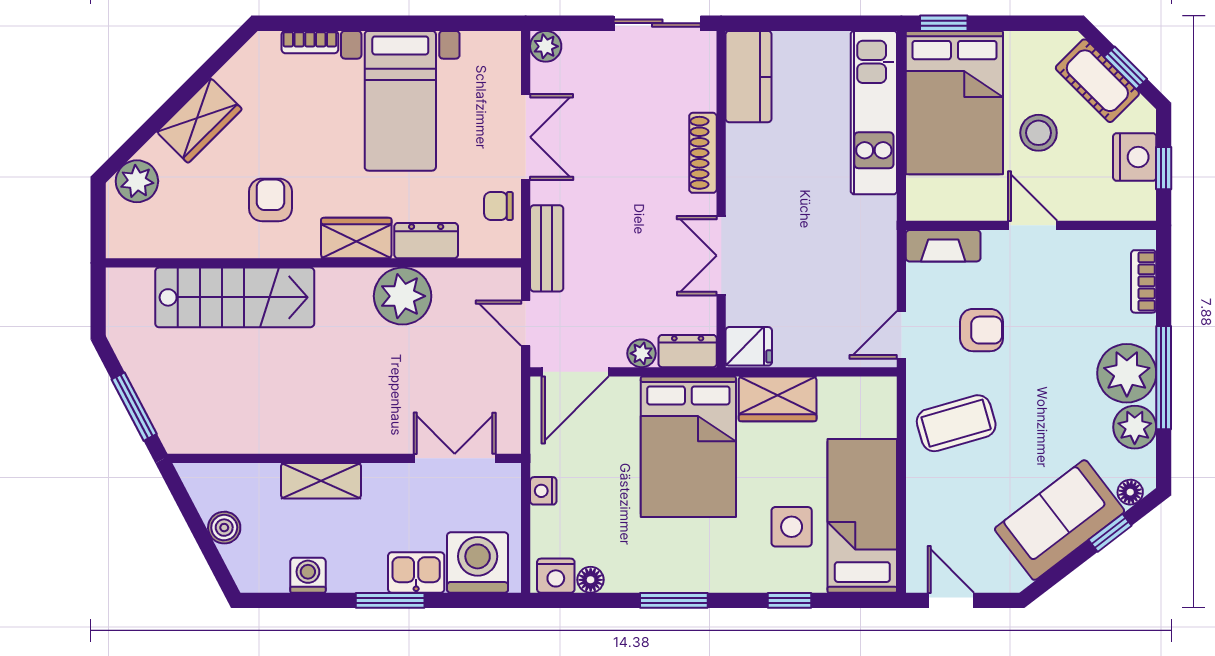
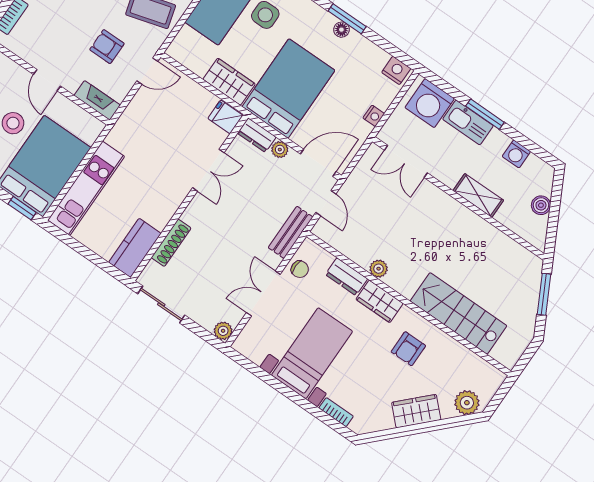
shoe rack: (703, 153) -> (171, 243), moved
plant: (403, 296) -> (379, 269), width x0.53, depth x0.53
kitchen sink: (416, 573) -> (468, 122), width x1.38
floor lamp: (591, 580) -> (341, 30), moved

